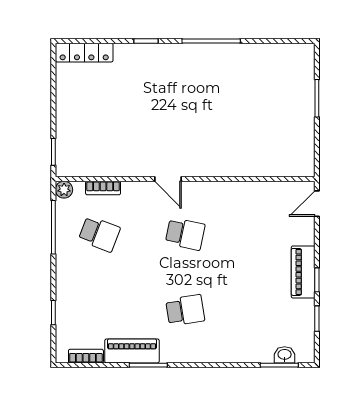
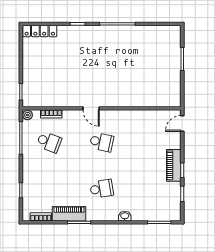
washbasin: (285, 355) -> (125, 216), moved

